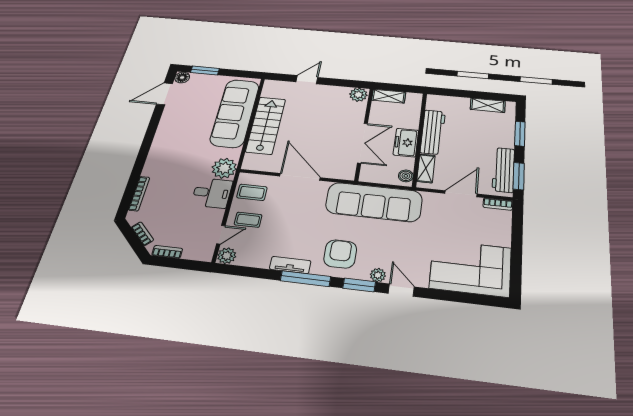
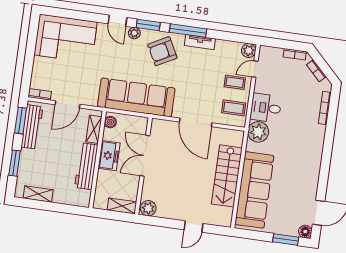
armchair: (340, 254) -> (162, 51), turned 62

